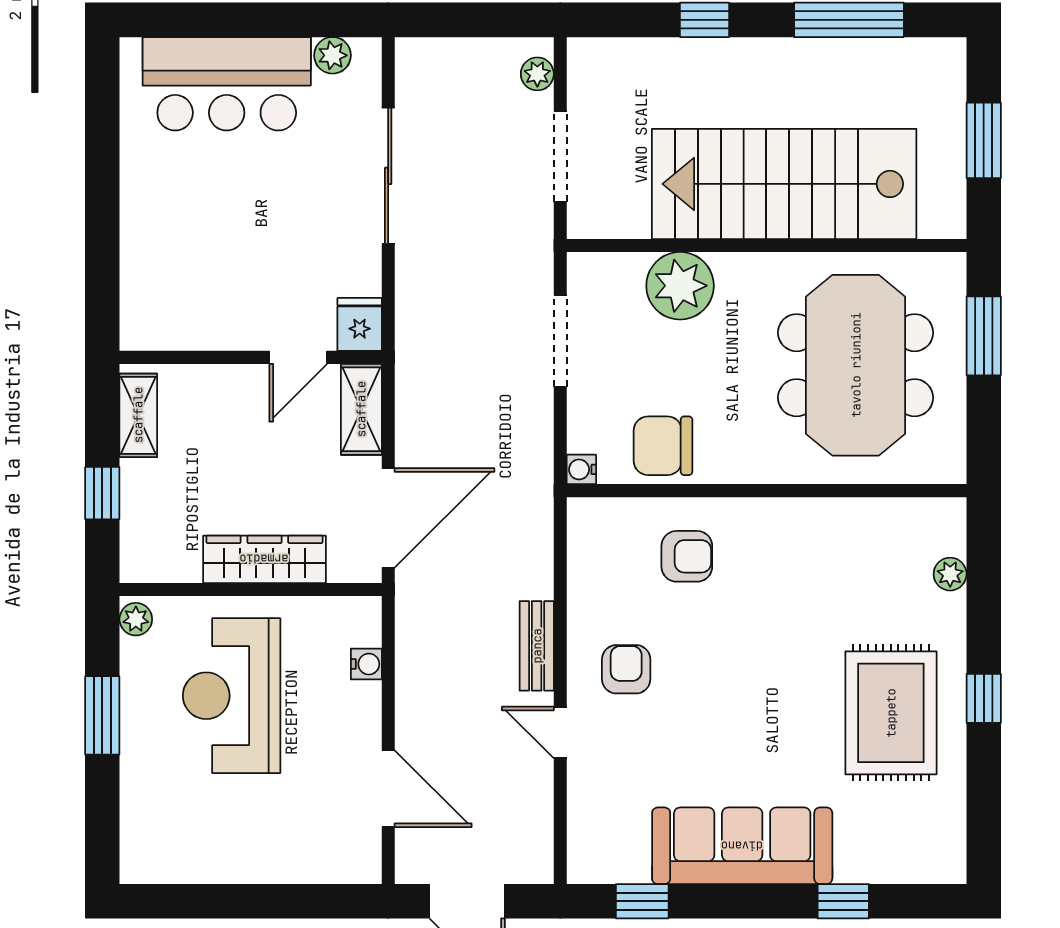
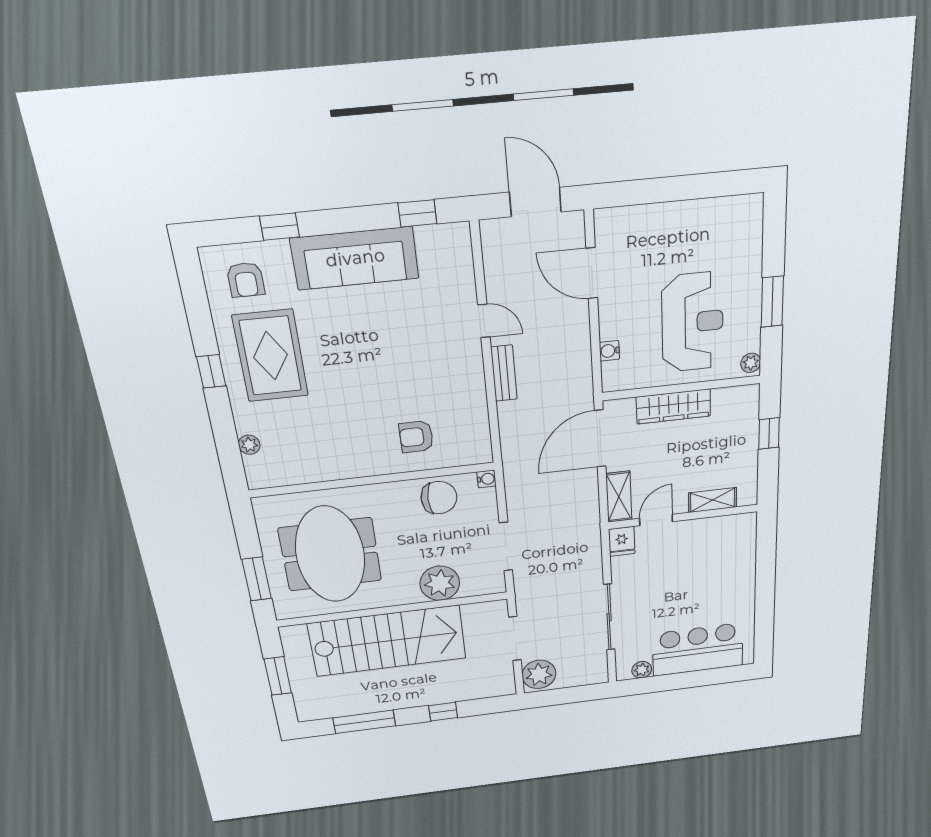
plant: (537, 74) -> (539, 674), width x1.87, depth x1.87
shelving: (138, 415) -> (713, 500), moved, turned 90
armchair: (626, 669) -> (246, 280), moved

